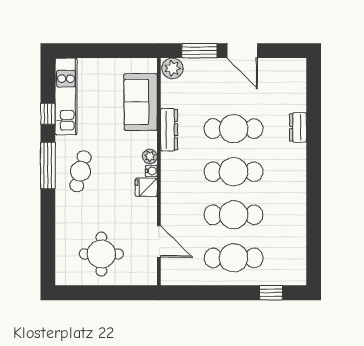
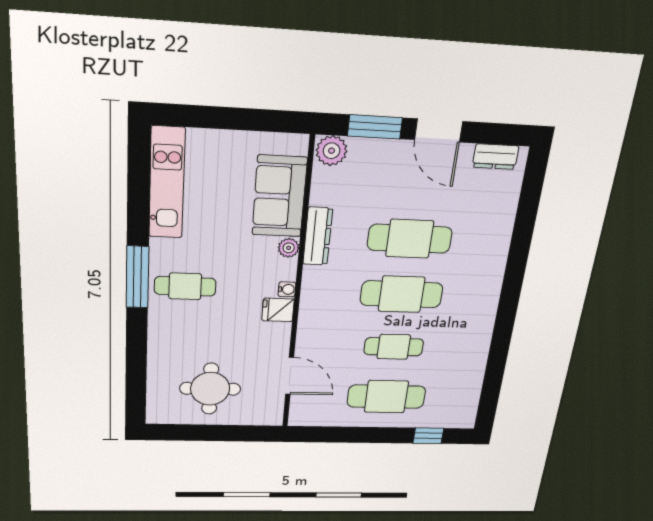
window: (48, 114) -> (138, 206), removed
dresser: (298, 127) -> (496, 157), moved, turned -90
plant: (150, 156) -> (289, 248), moved
cafe table: (80, 171) -> (185, 286), turned 75
cafe table: (234, 215) -> (394, 347), width x0.73, depth x0.74

